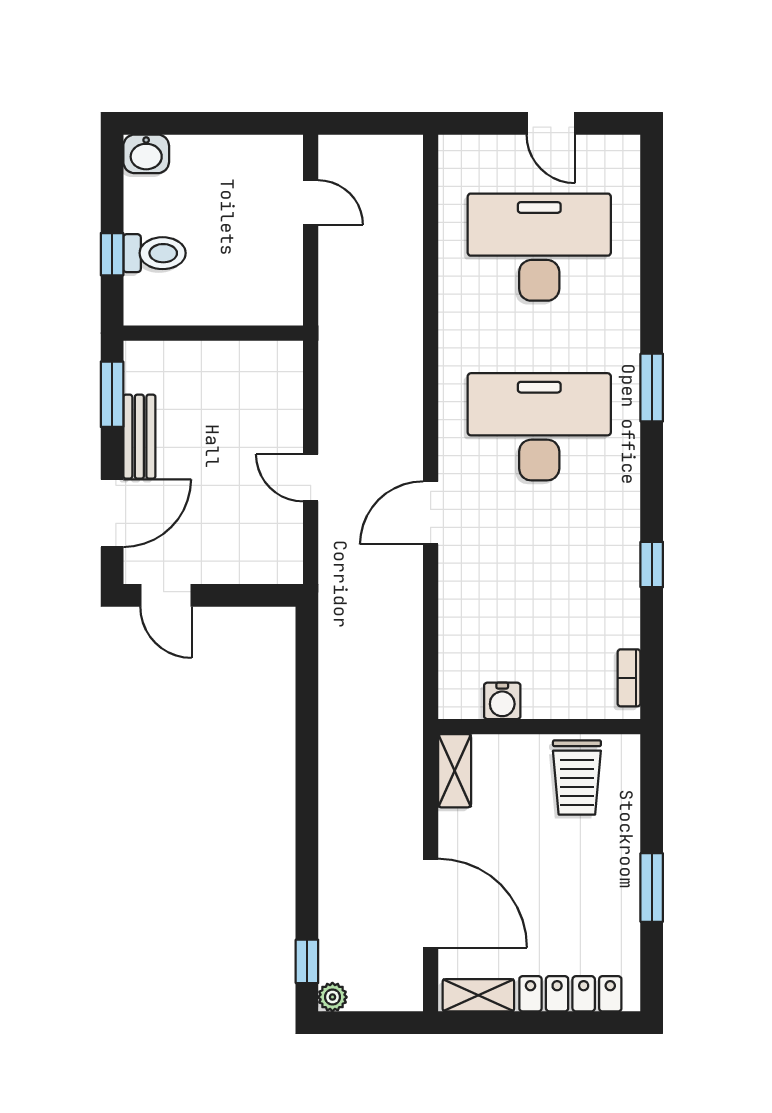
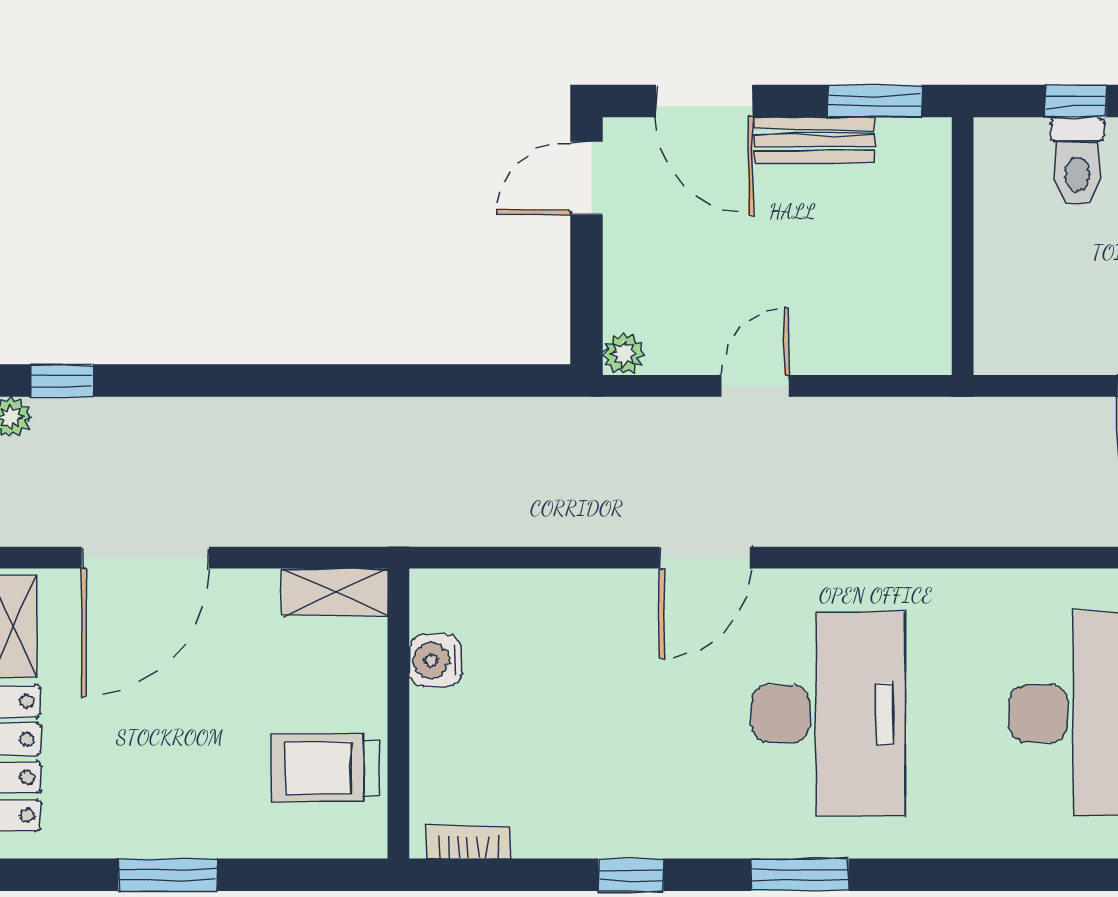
window: (652, 388) -> (800, 875), moved
door: (431, 513) -> (705, 558), swing flipped
plant: (288, 570) -> (624, 354), added

